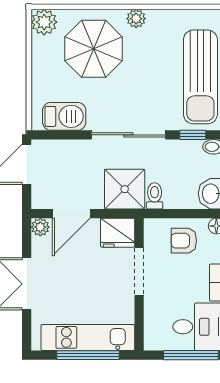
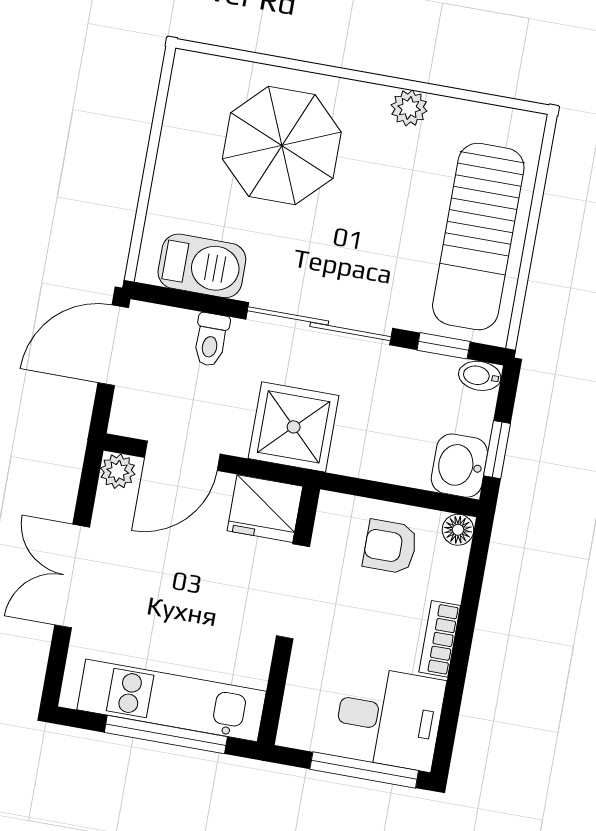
plant: (136, 19) -> (409, 108), moved
plant: (44, 22) -> (196, 77), removed
toilet: (155, 196) -> (211, 340), moved, turned 180

